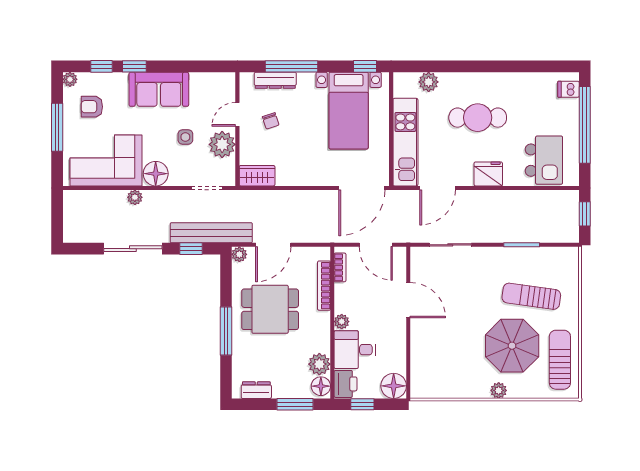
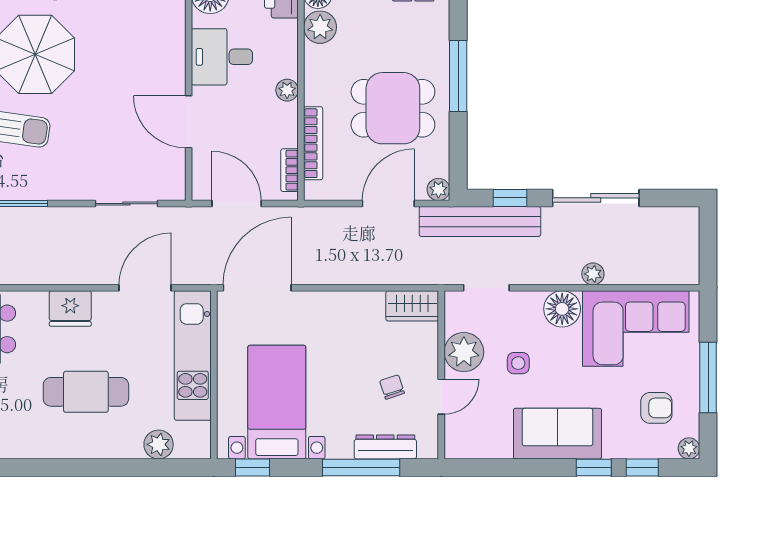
desk: (355, 350) -> (222, 57), moved, turned 180

